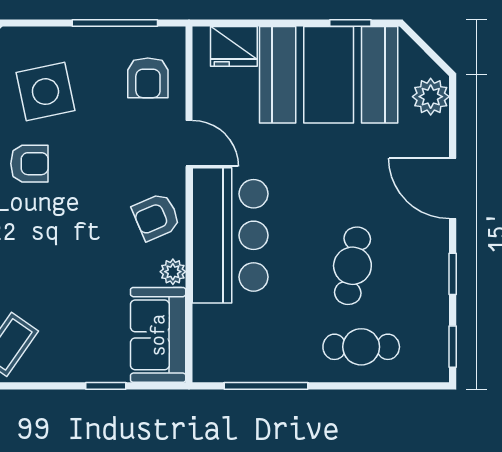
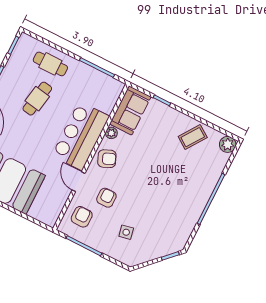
fridge: (234, 46) -> (40, 212), removed
side table: (45, 92) -> (126, 232), width x0.54, depth x0.54
armchair: (29, 164) -> (106, 198), moved, turned 90

